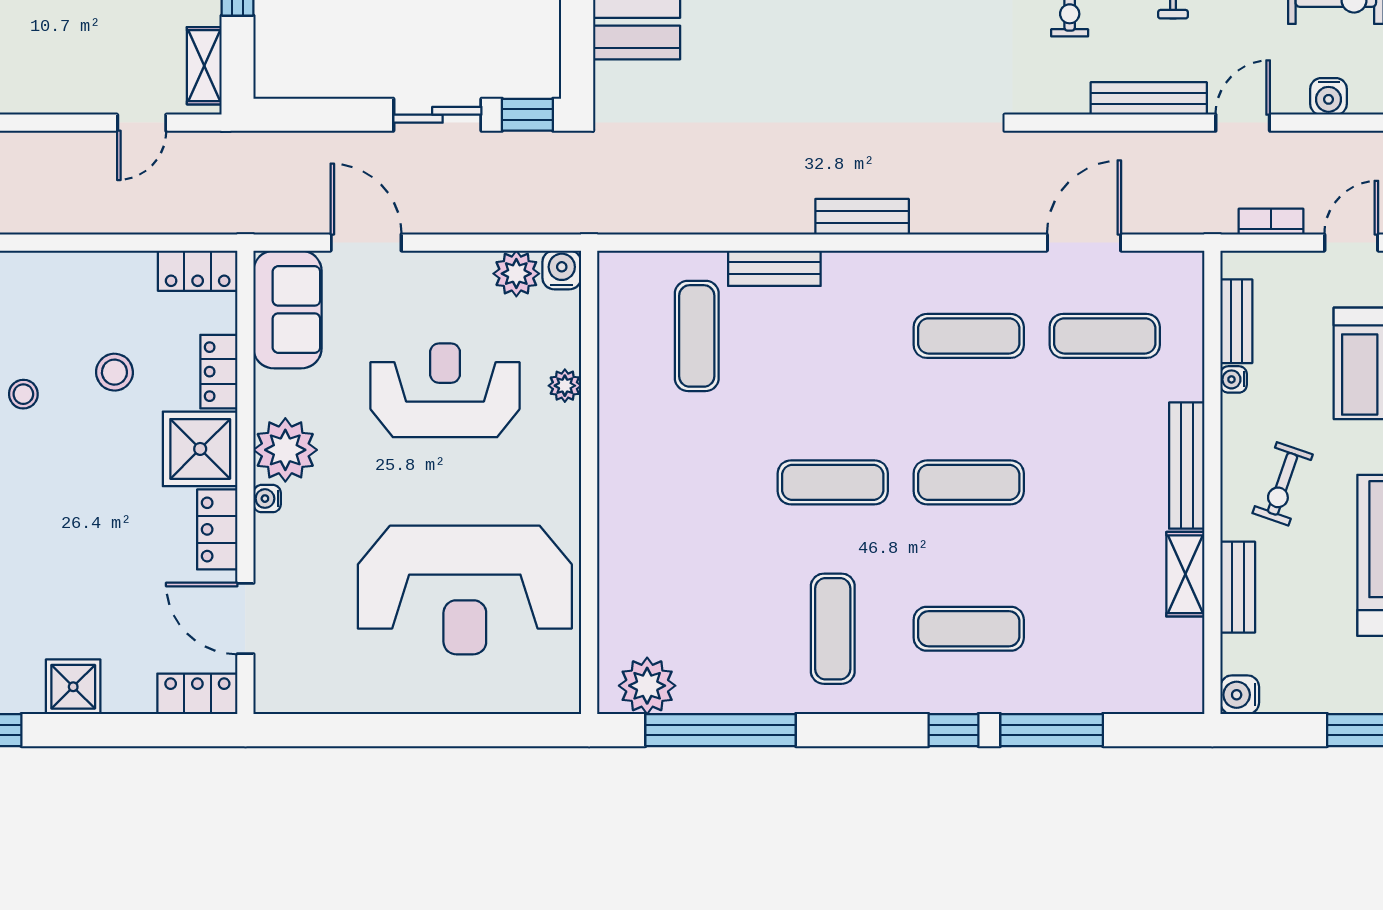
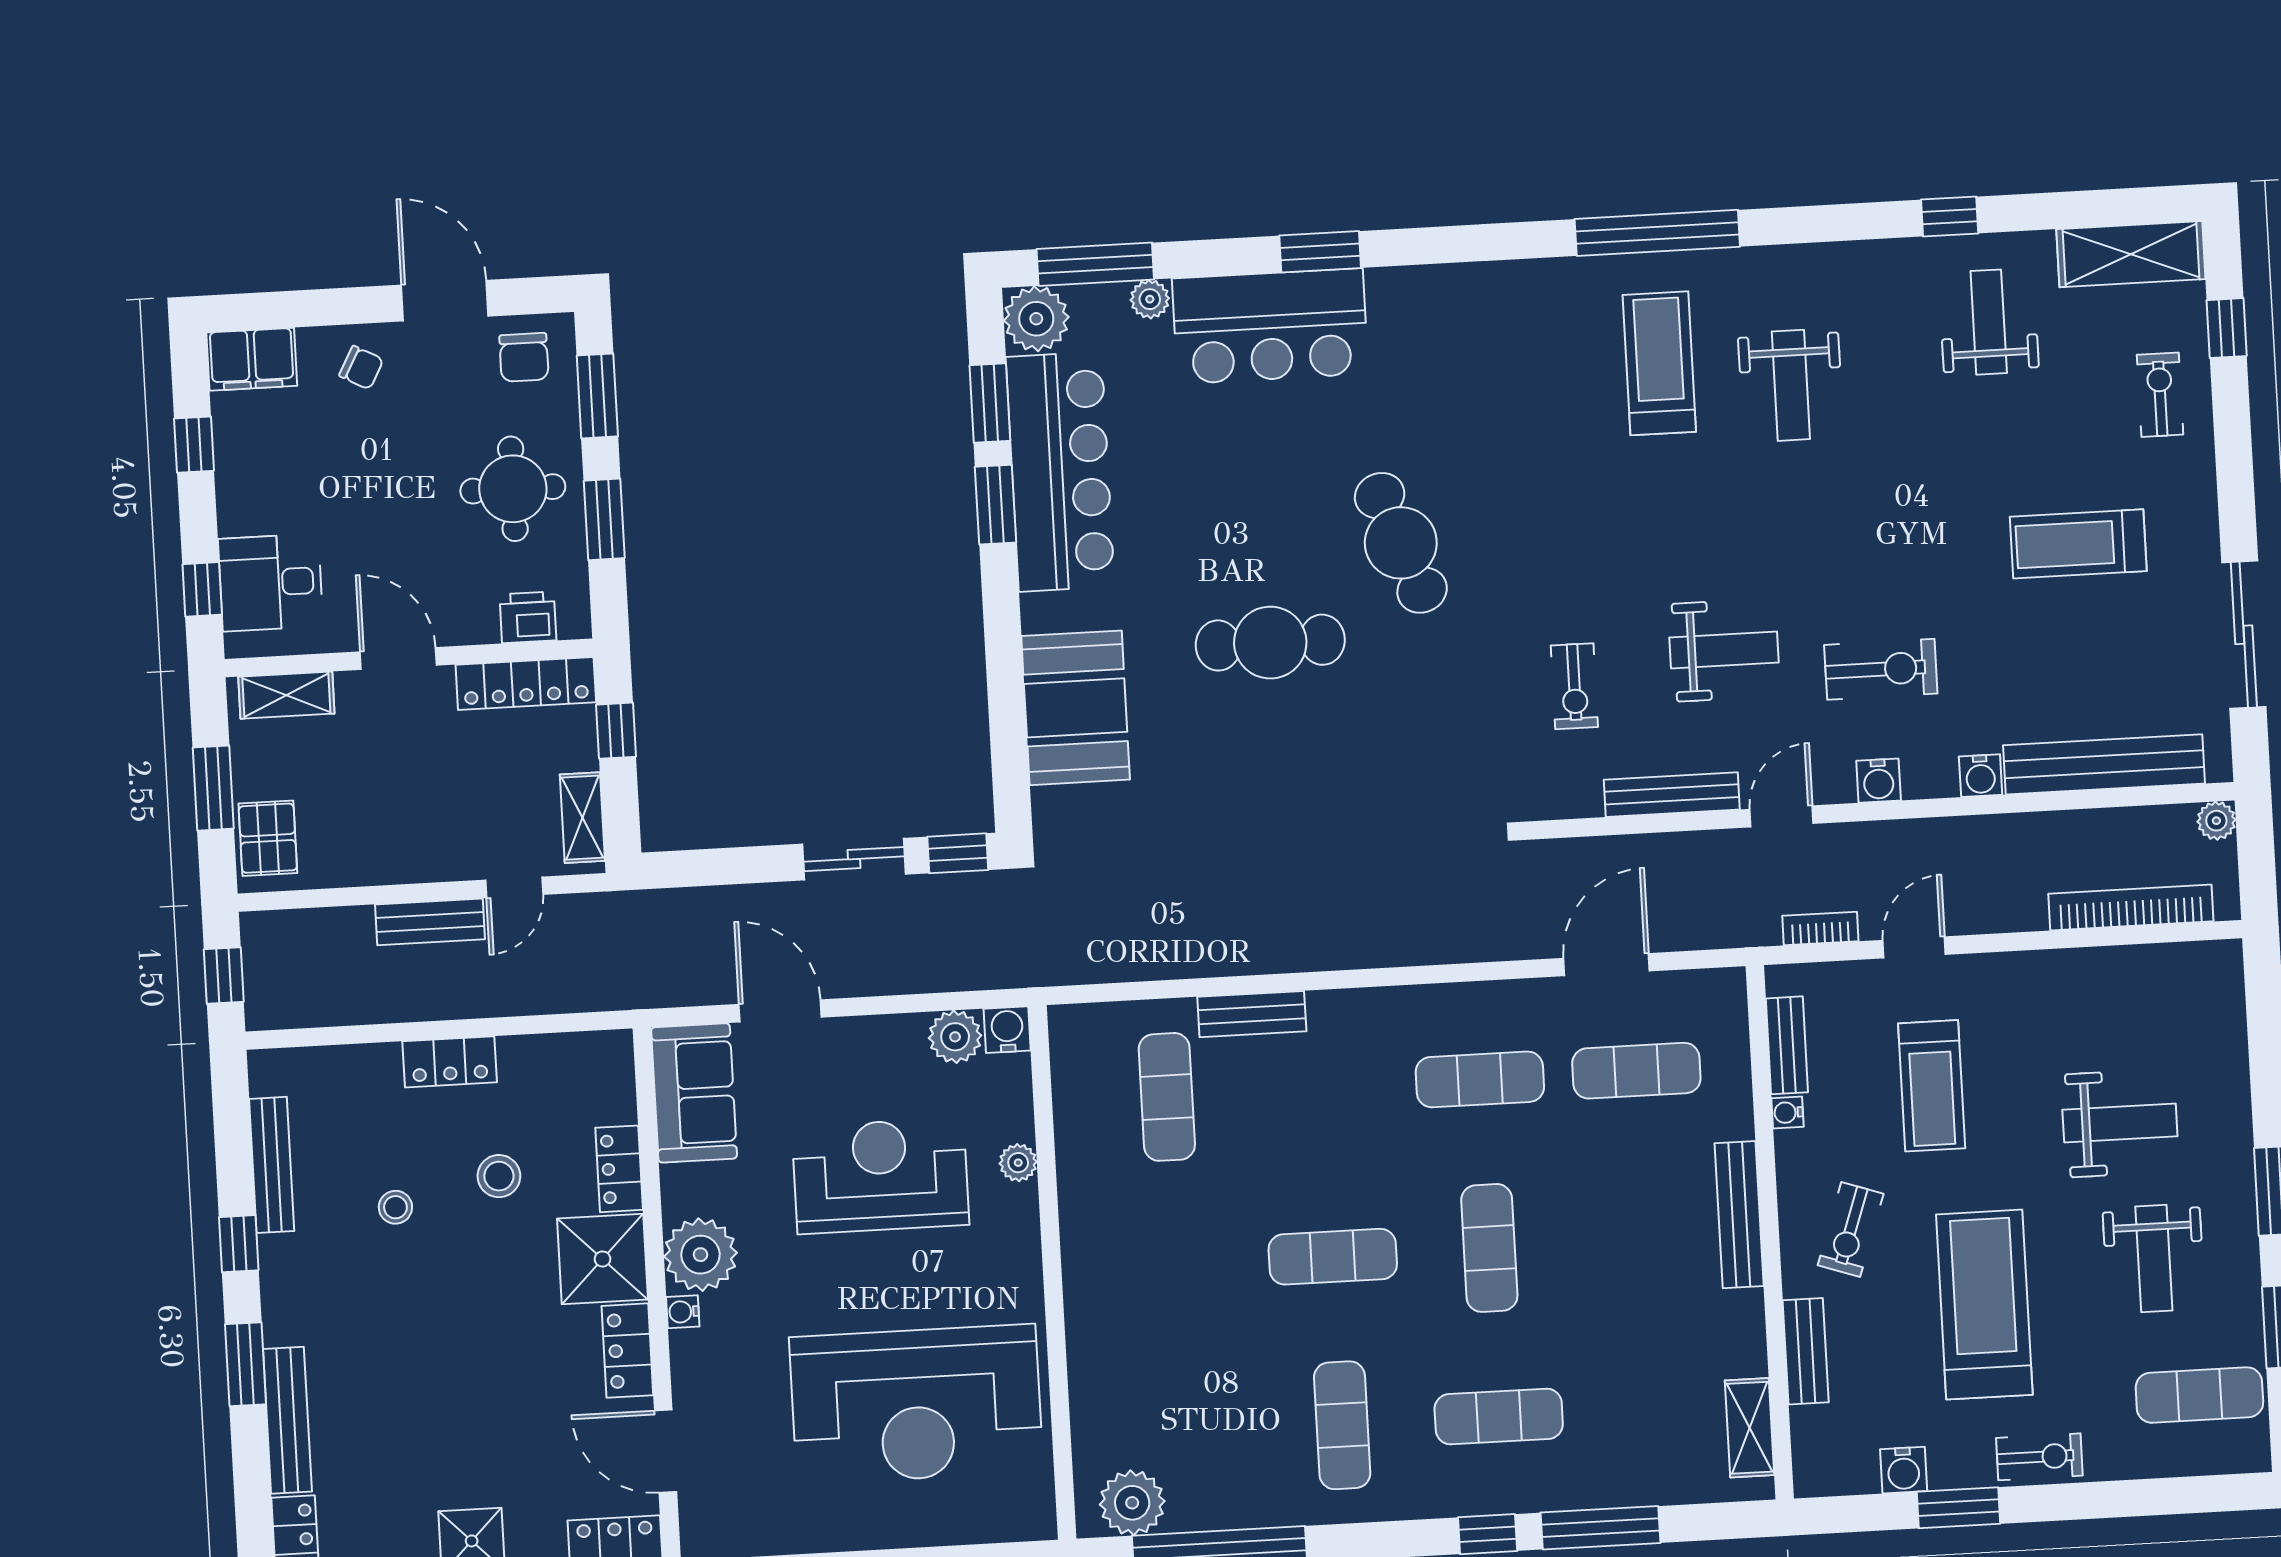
bench: (862, 217) -> (430, 922), moved
locker: (198, 271) -> (450, 1062), moved
exercise mat: (969, 482) -> (1489, 1248), turned 90
shelving: (1185, 574) -> (1749, 1428), moved
water cooler: (1240, 695) -> (1904, 1470), moved, turned -90

